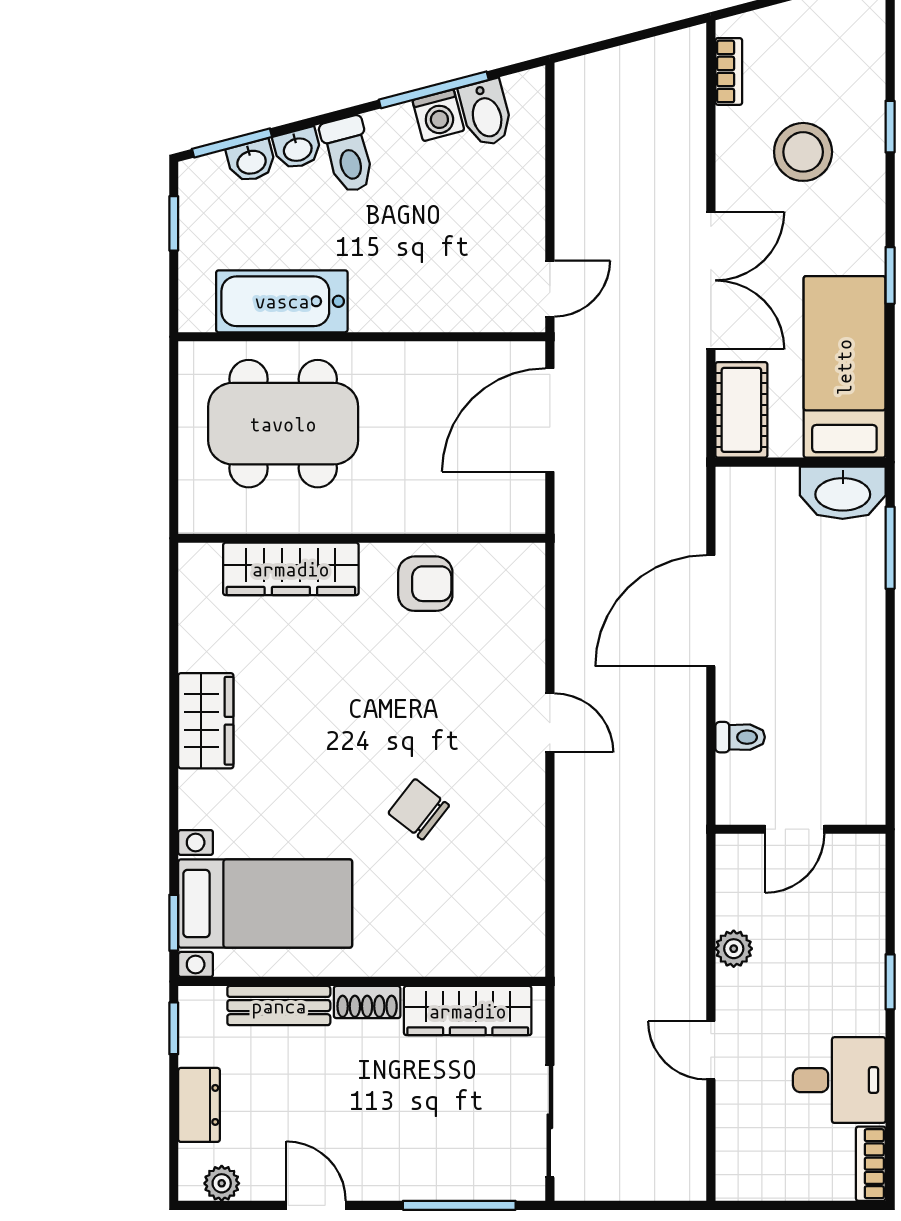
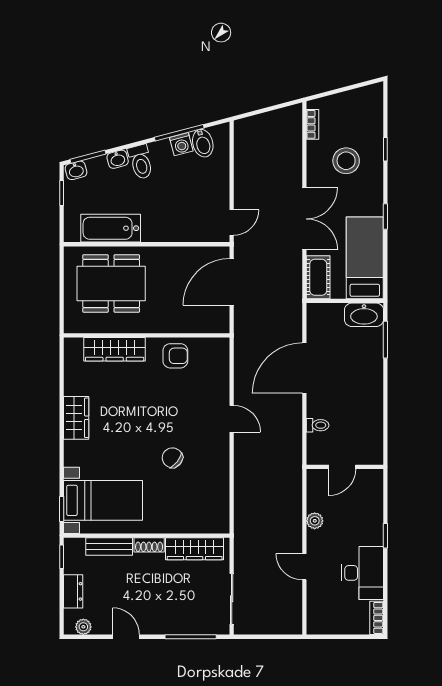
washbasin: (251, 161) -> (76, 170), moved
desk: (839, 1080) -> (362, 573), width x1.37

